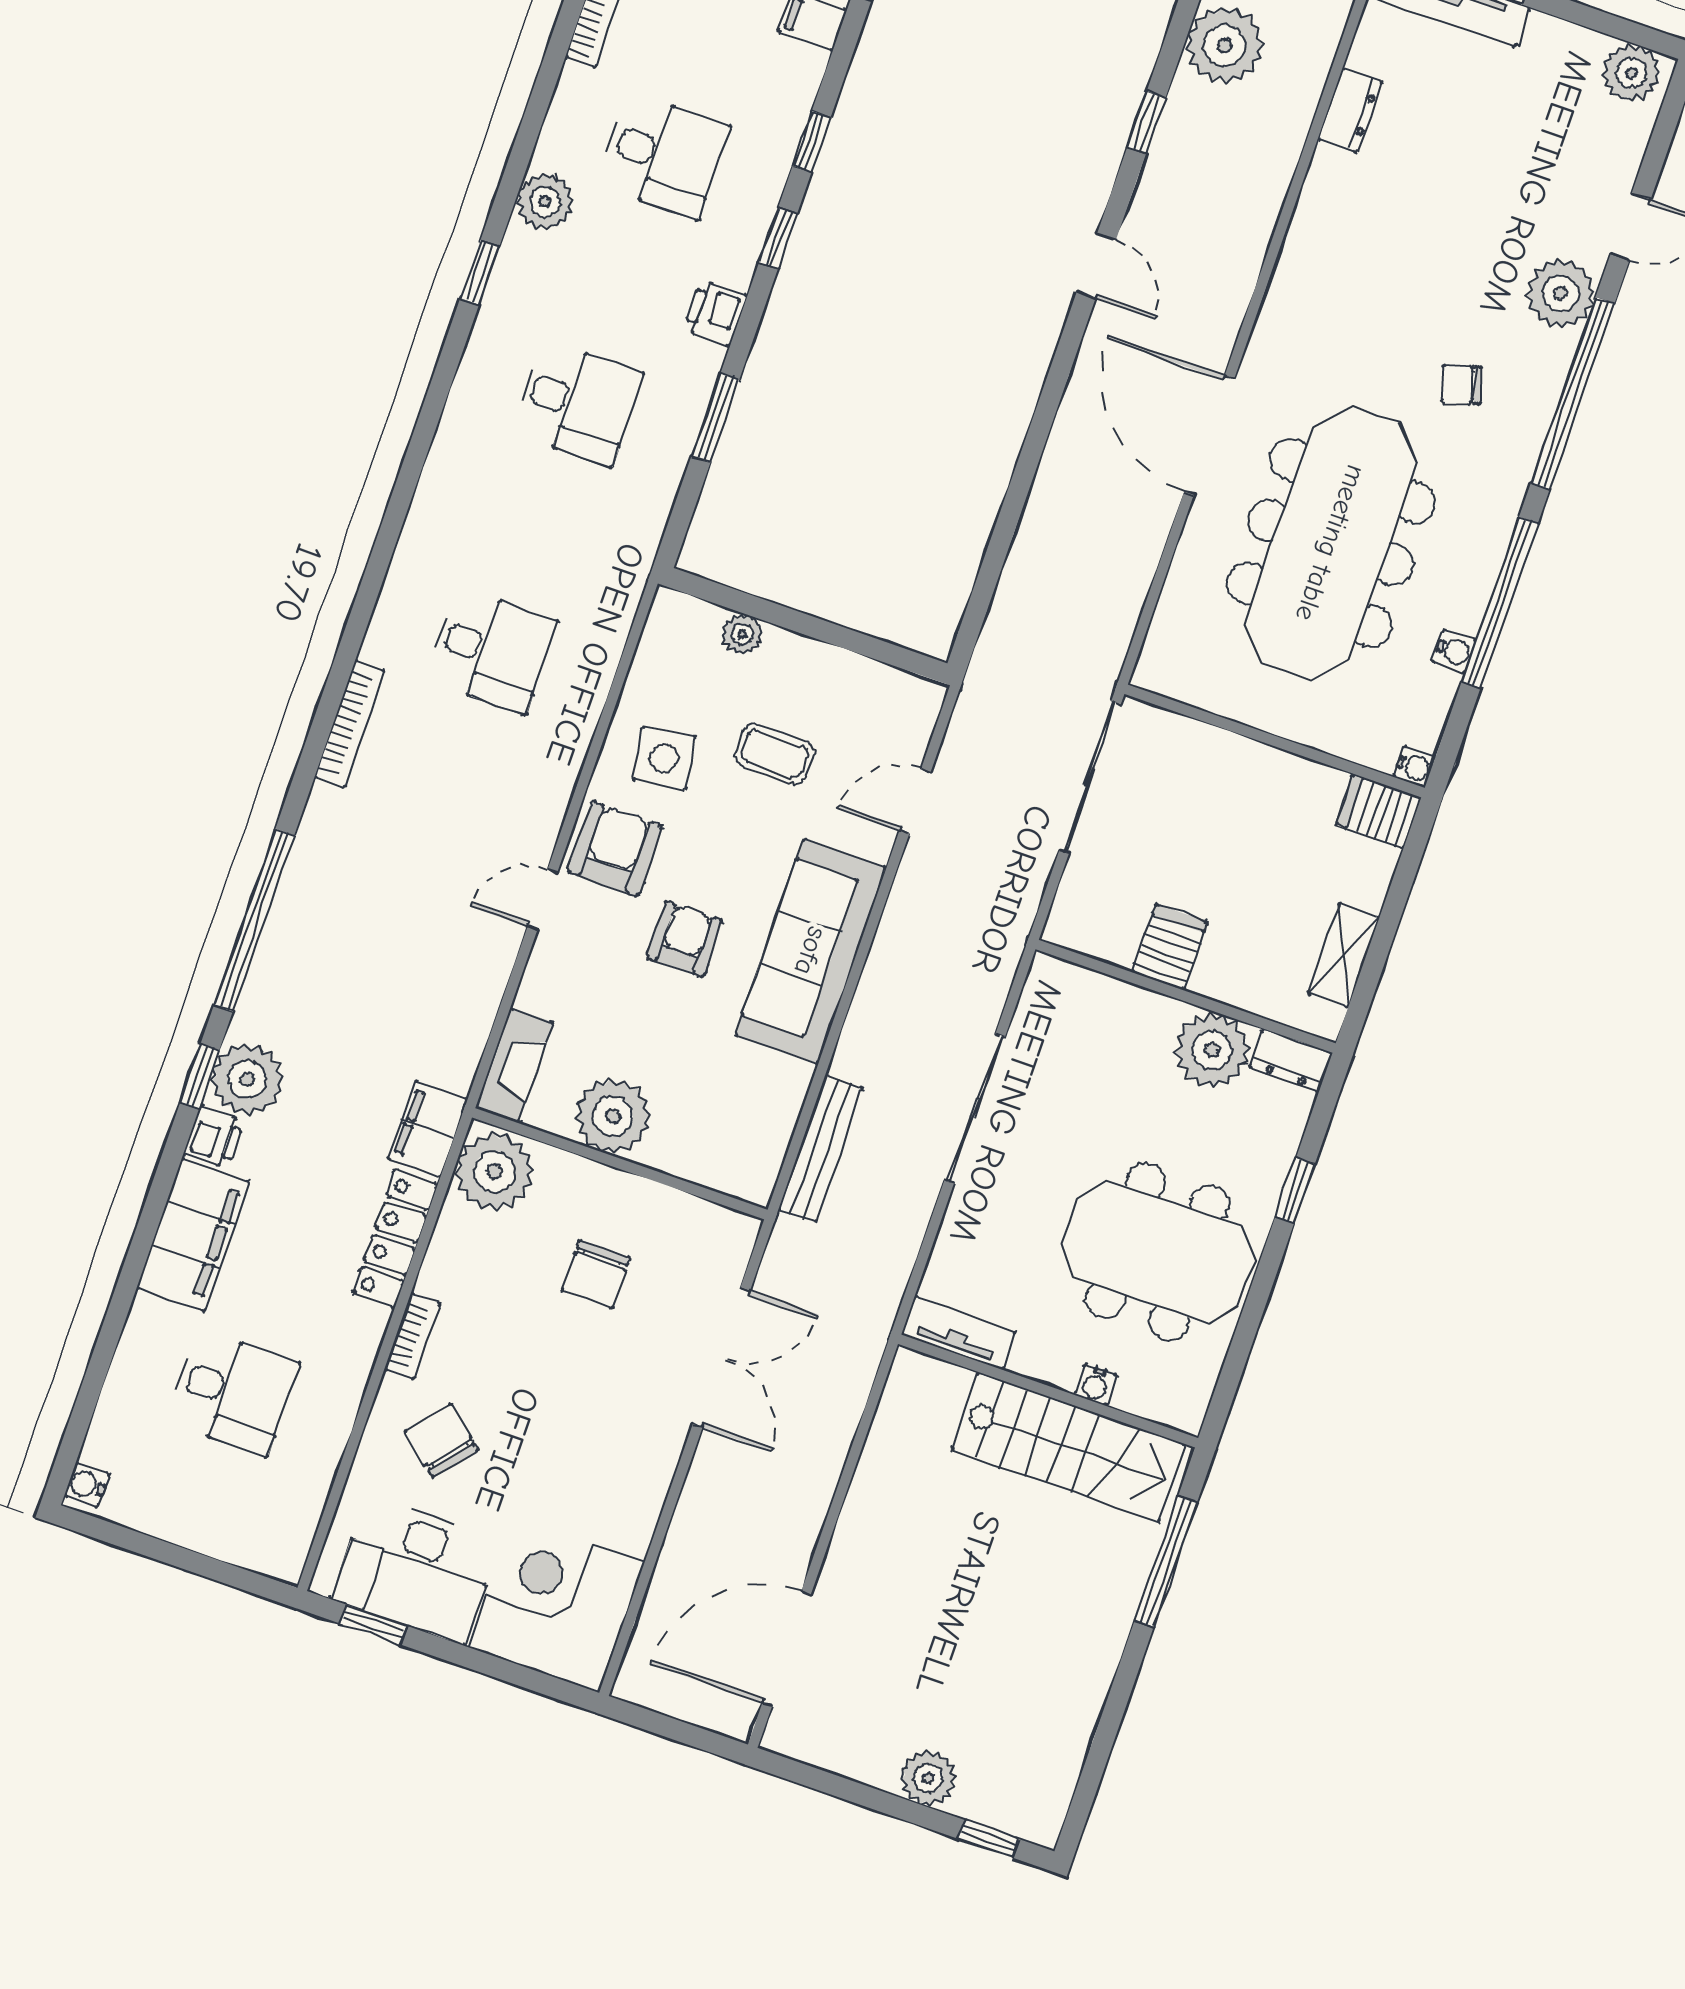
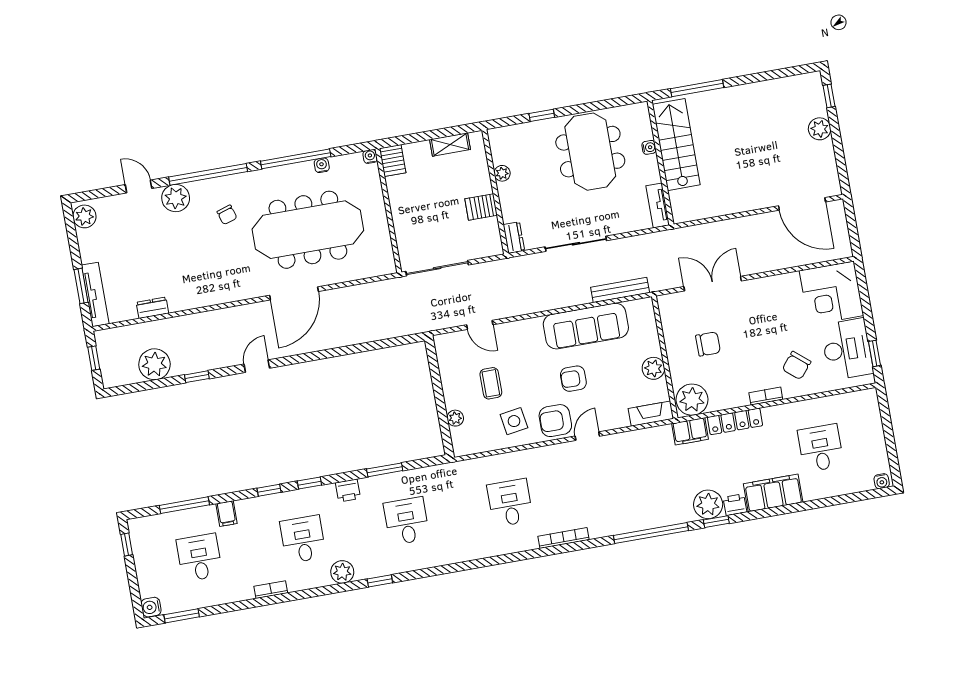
door: (542, 900) -> (587, 436), swing flipped
sofa: (811, 951) -> (586, 326), moved
plant: (1212, 1050) -> (502, 173), width x0.53, depth x0.53
dresser: (1291, 1060) -> (514, 238), moved
plant: (613, 1116) -> (653, 368), width x0.73, depth x0.73

